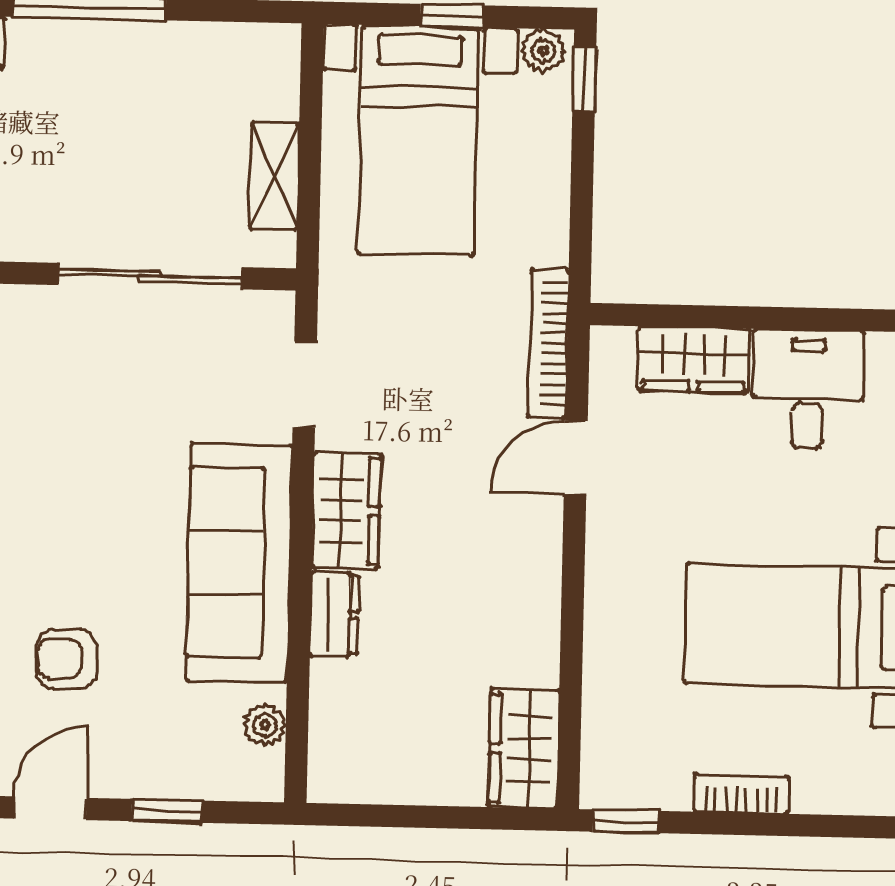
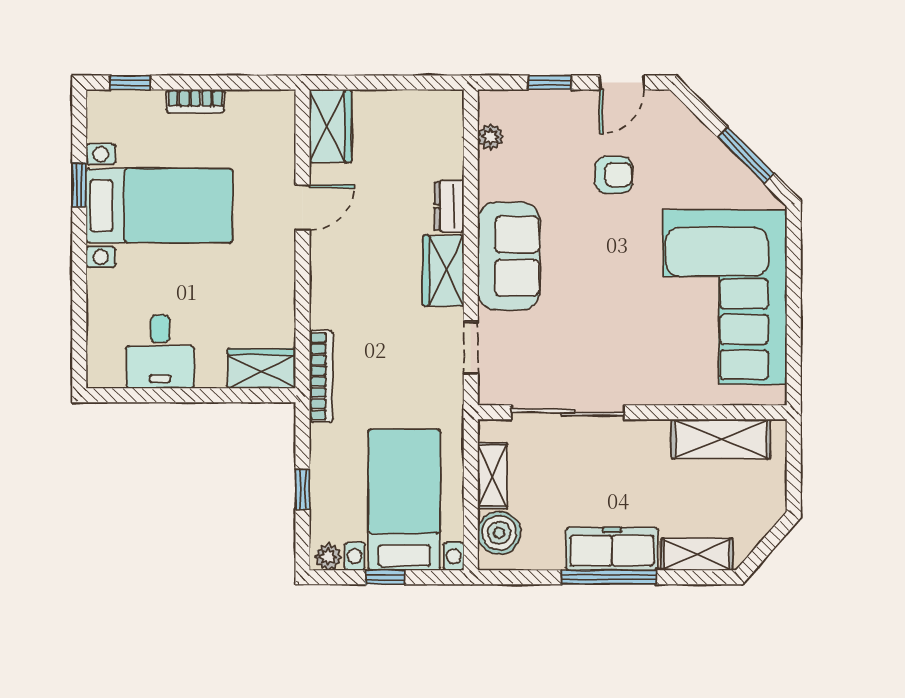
freezer: (83, 53) -> (612, 549), added
window: (584, 80) -> (302, 489), moved
boiler: (265, 83) -> (499, 533), added
wardrobe: (694, 360) -> (261, 368), moved
door: (576, 458) -> (302, 208), moved
sofa: (239, 563) -> (509, 256), width x0.73
window: (626, 821) -> (130, 83), moved

